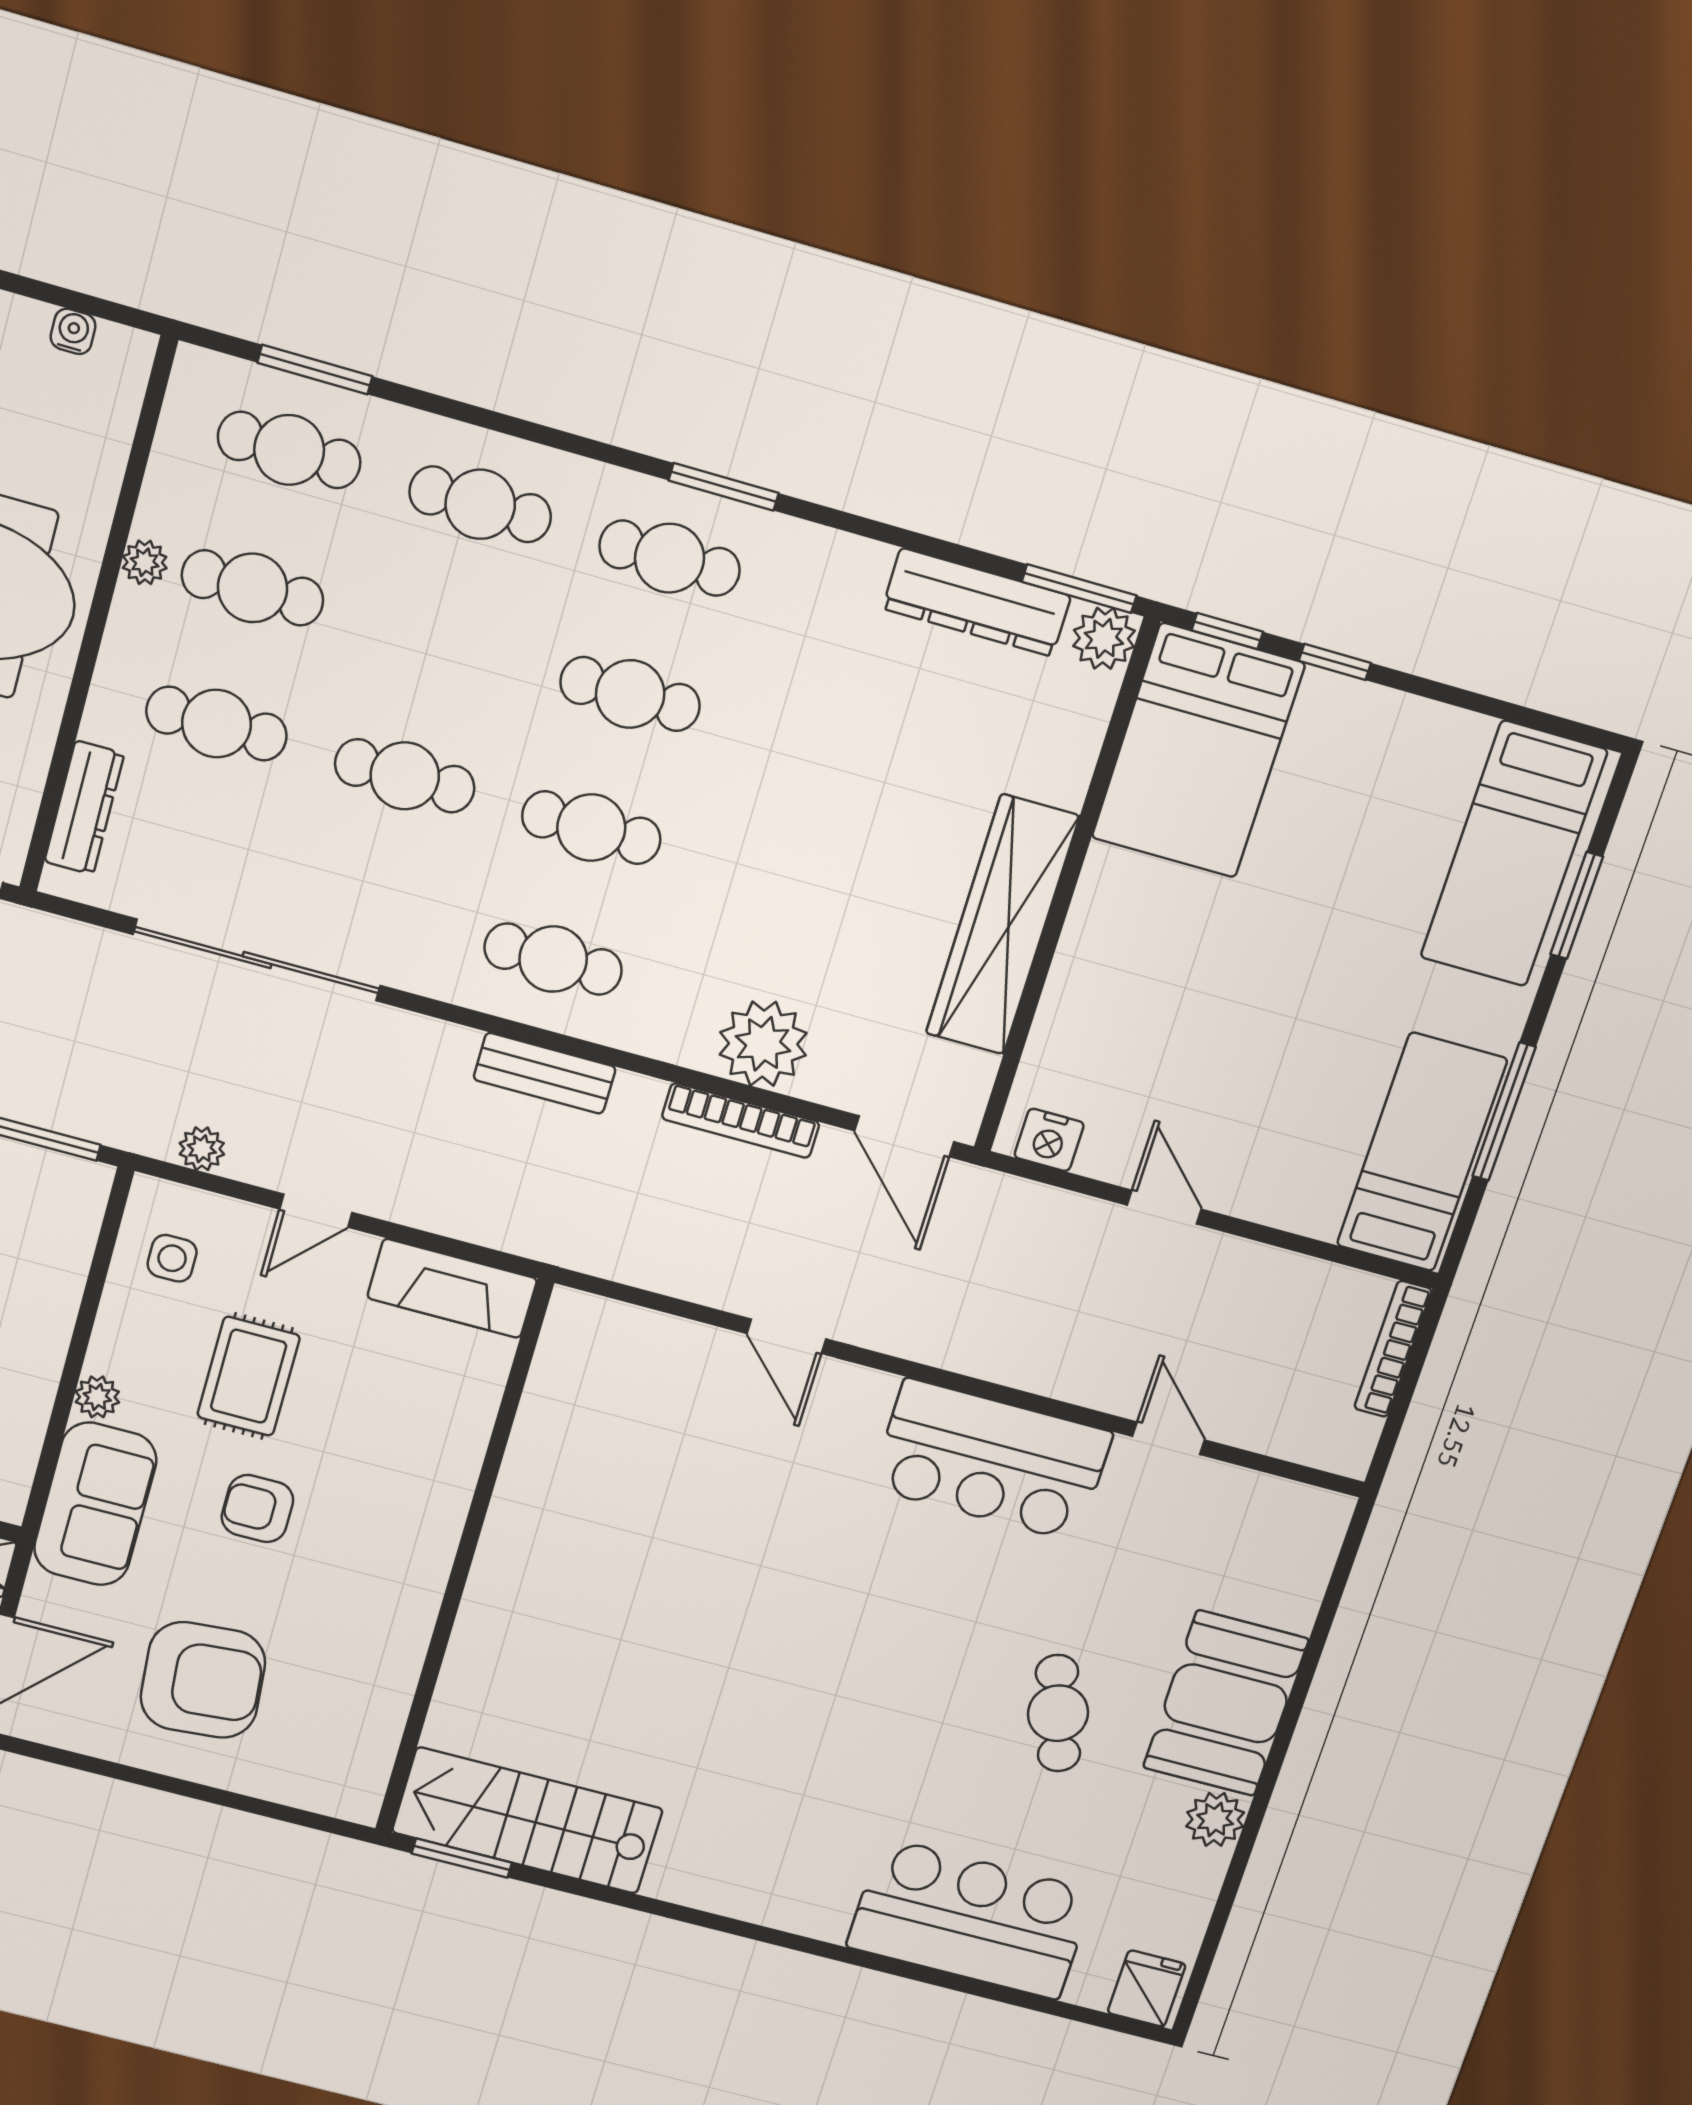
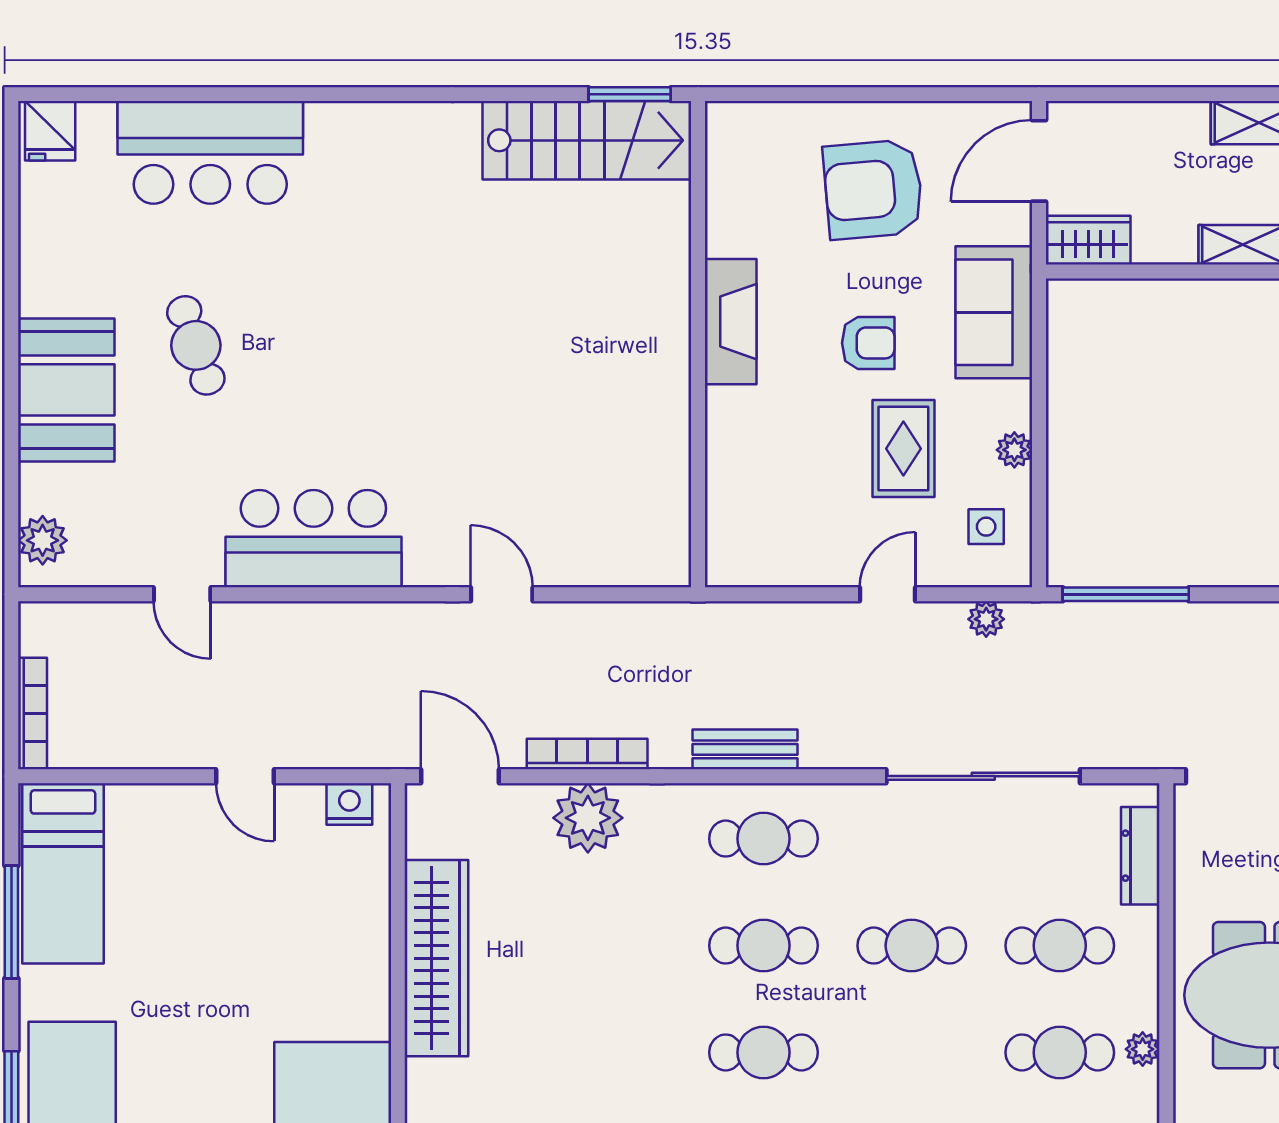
fireplace: (452, 1288) -> (731, 322), moved, turned 90
plant: (97, 1397) -> (1014, 450), moved
plant: (1215, 1819) -> (43, 540), moved

